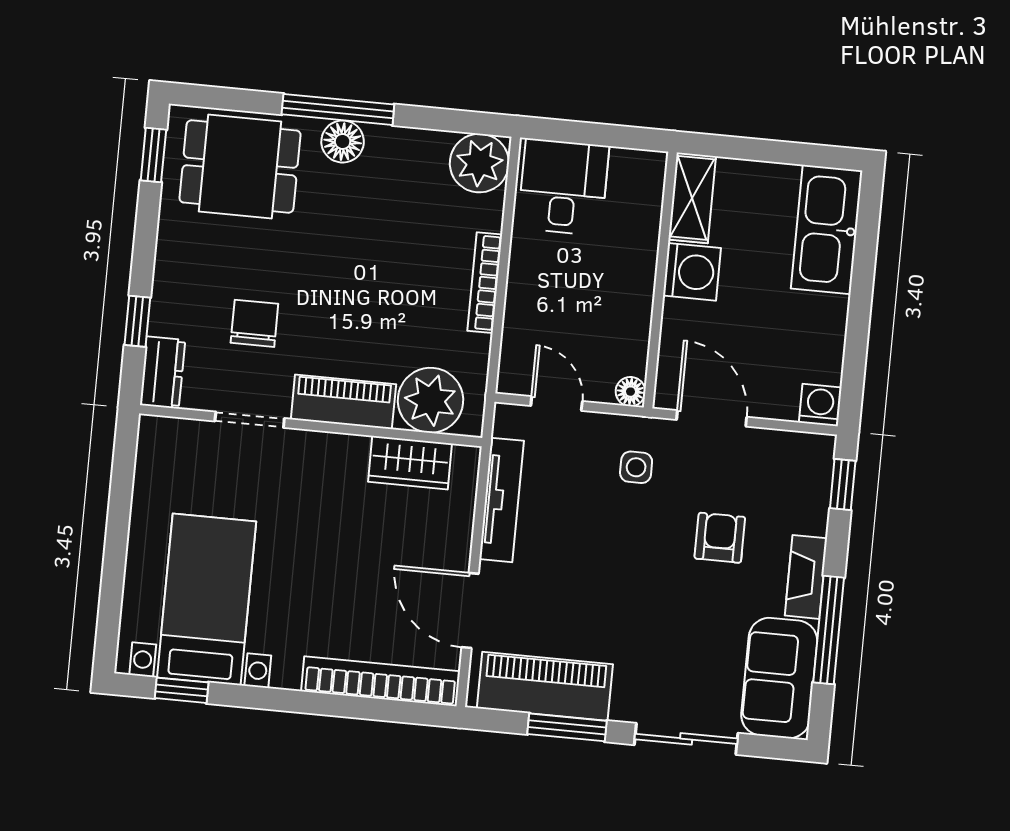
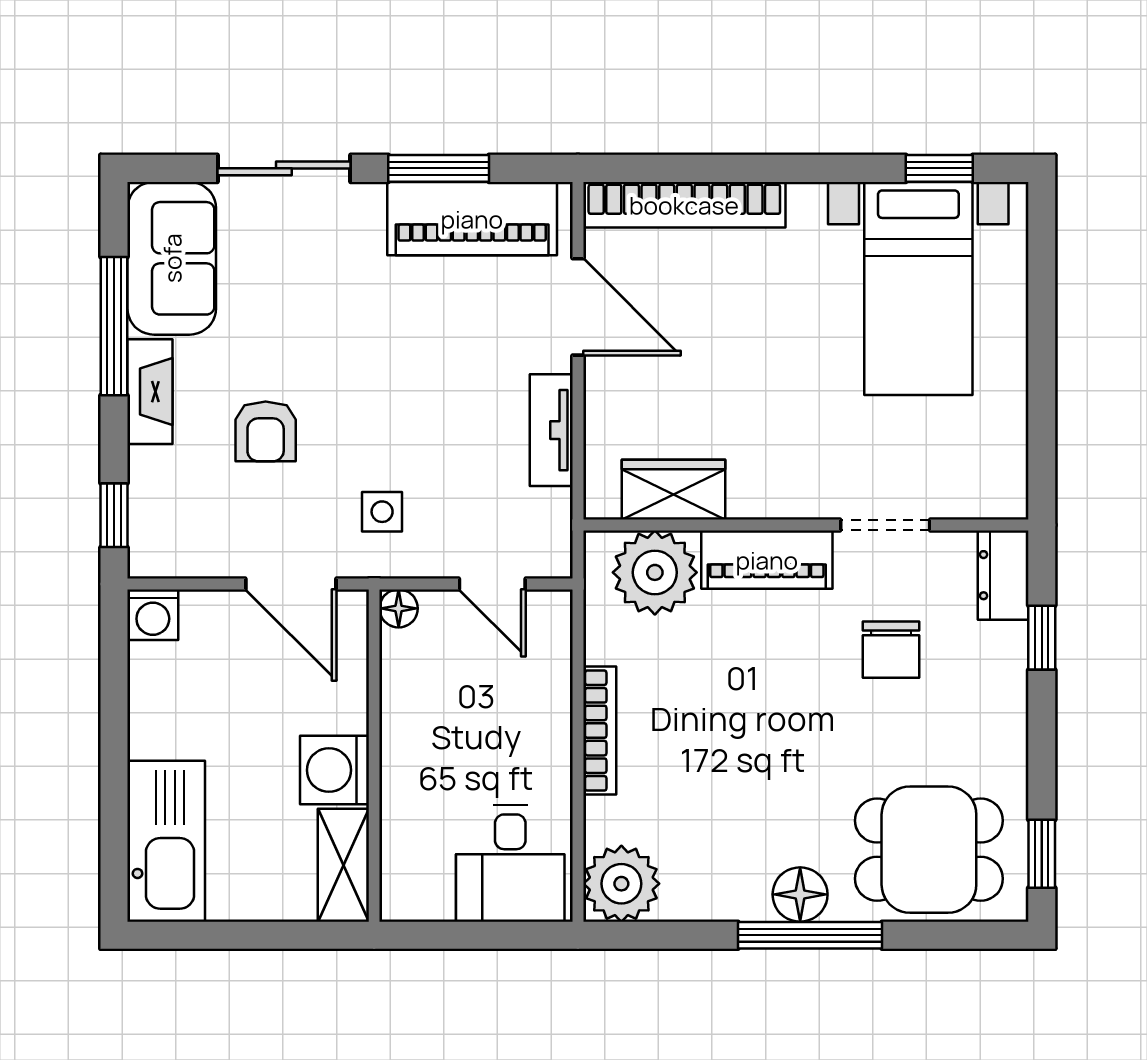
tv unit: (502, 500) -> (551, 430), width x0.71

